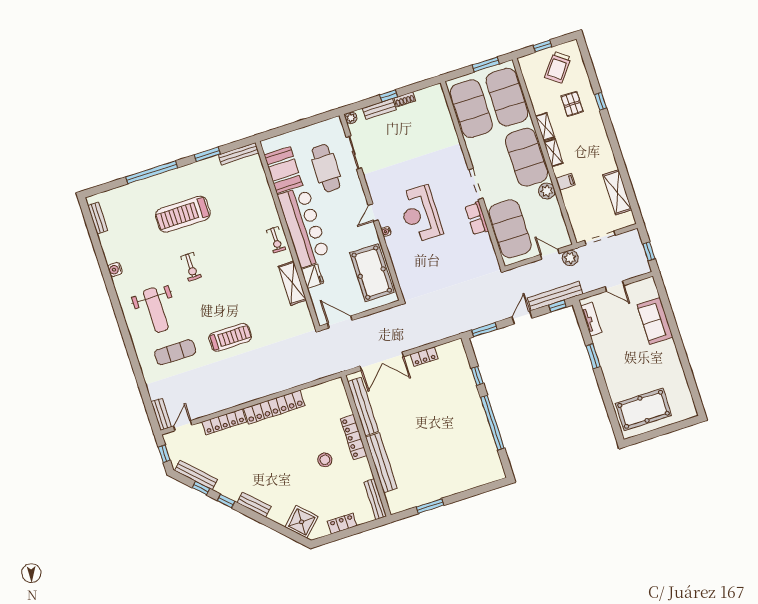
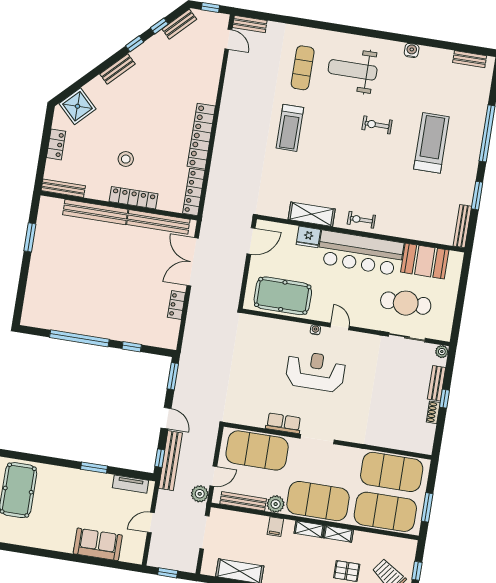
bench: (558, 219) -> (243, 501), added
locker: (224, 422) -> (194, 192), moved
bench: (196, 475) -> (179, 24), width x0.73

